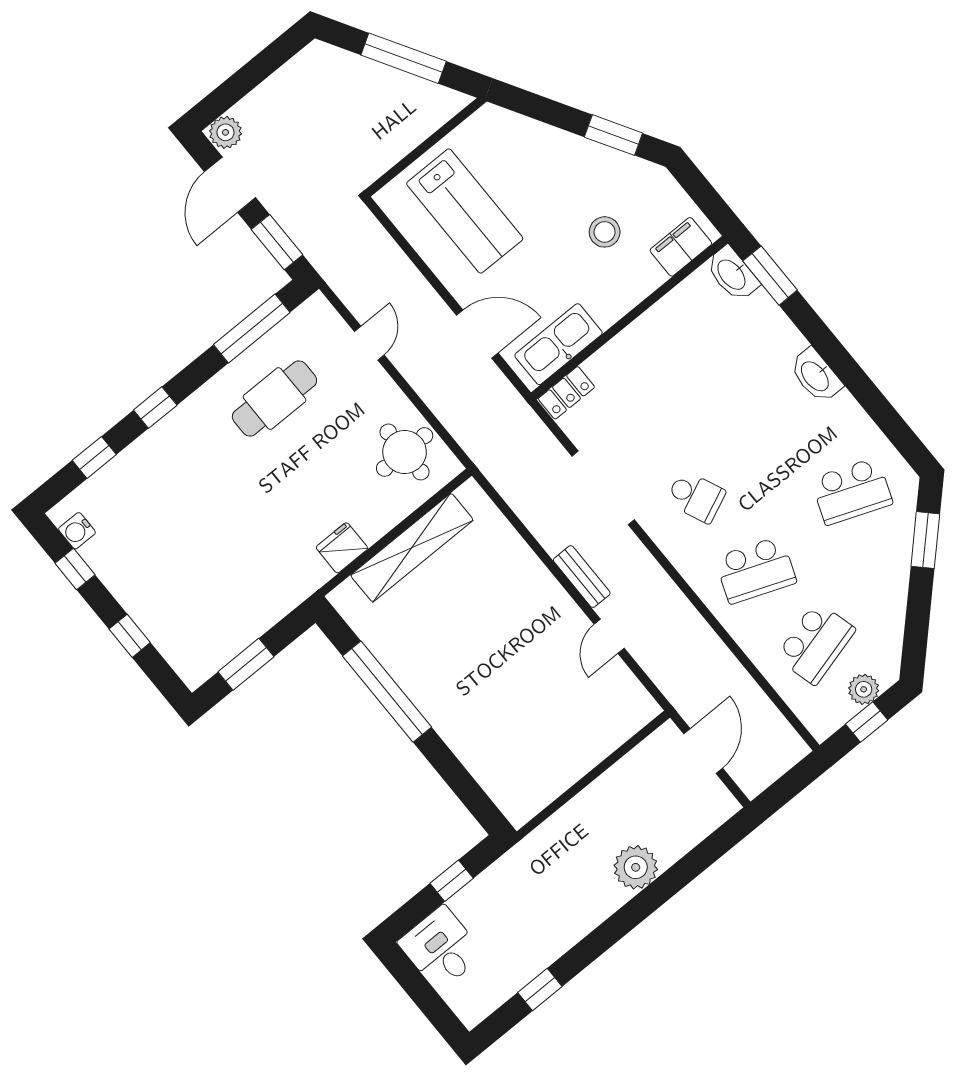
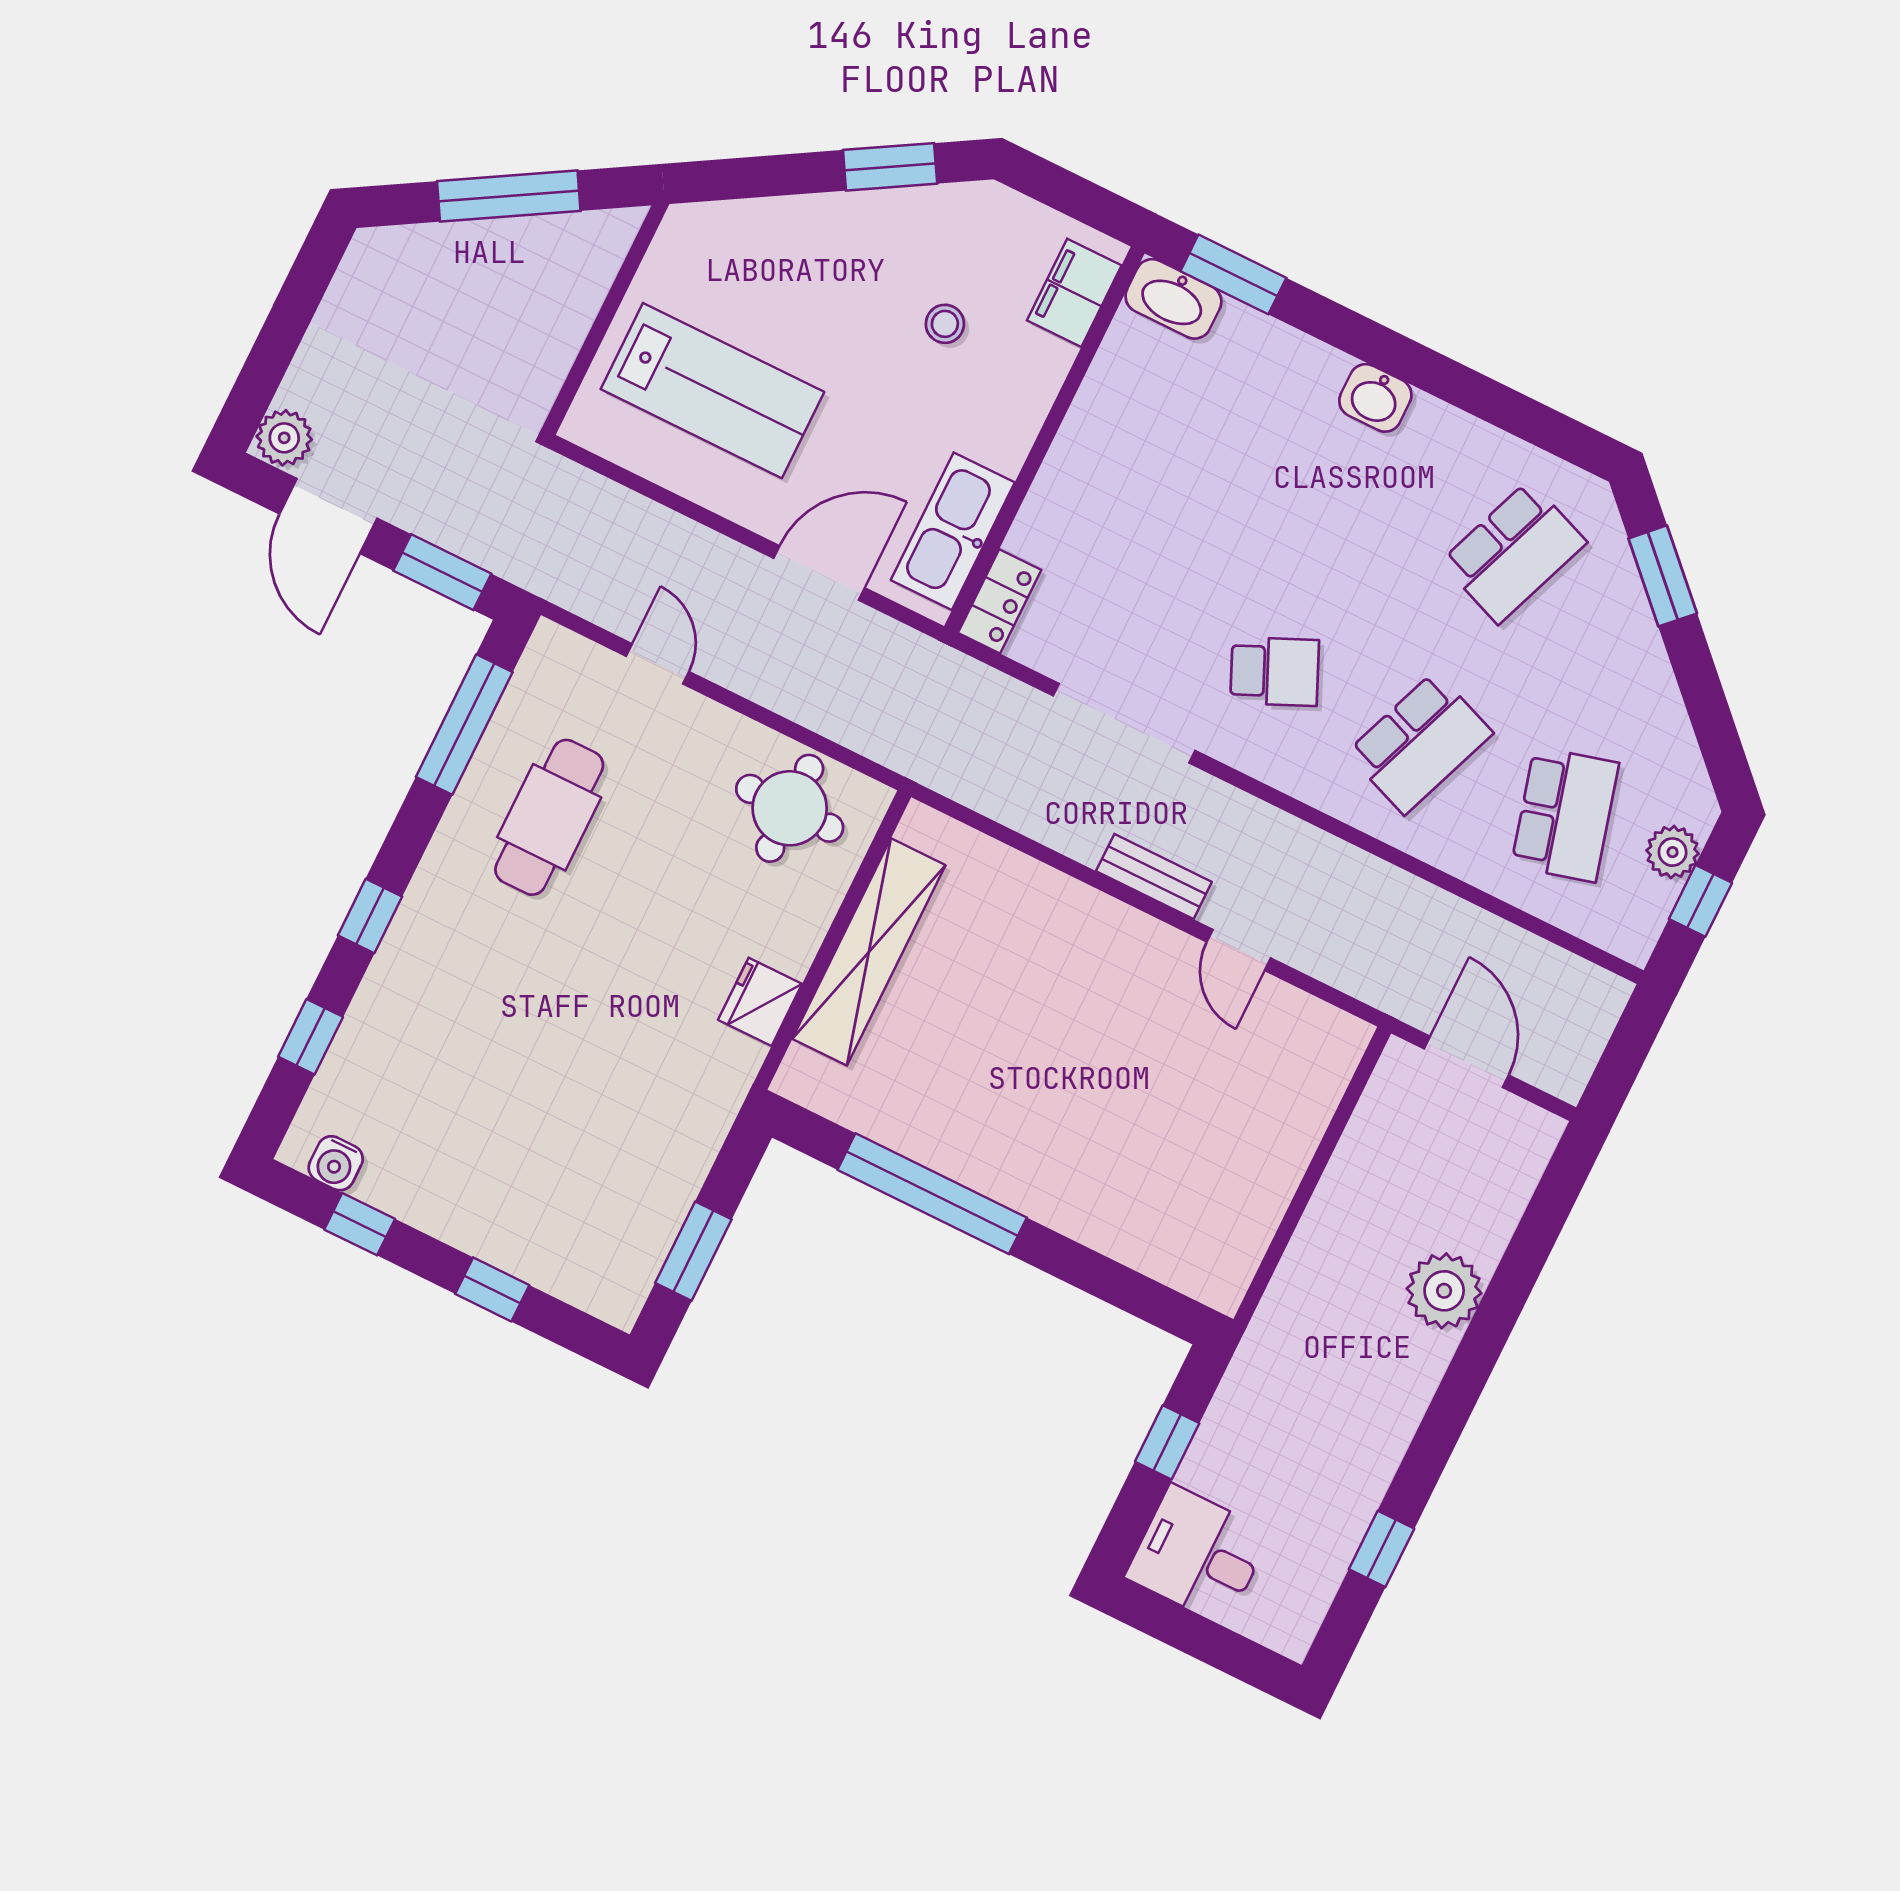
stool: (605, 232) -> (945, 324), width x0.73, depth x0.73
washbasin: (816, 376) -> (1375, 398), width x0.72

